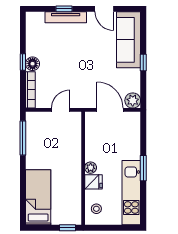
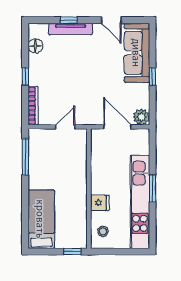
floor lamp: (33, 64) -> (35, 46), moved
plant: (91, 168) -> (97, 188), removed
kitchen unit: (131, 193) -> (140, 202), width x1.36

